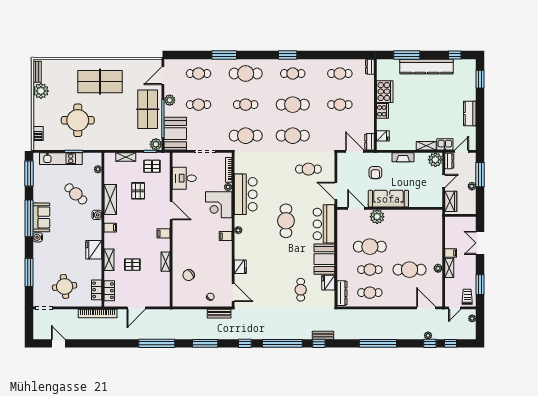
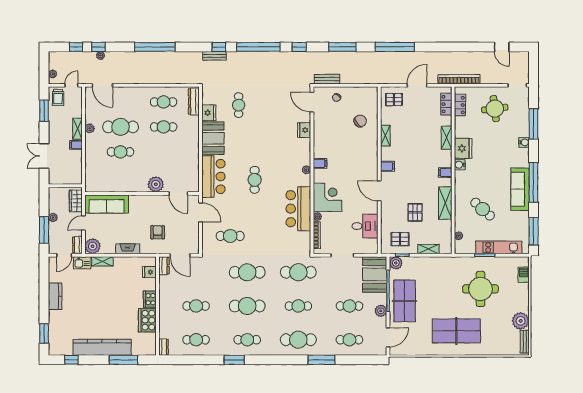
window: (288, 55) -> (234, 360), moved
sofa: (388, 199) -> (107, 204), moved
water cooler: (97, 215) -> (460, 165), moved
sofa: (41, 217) -> (520, 189), width x1.36
cafe table: (286, 221) -> (255, 180), width x0.73, depth x0.74
water cooler: (38, 237) -> (524, 142), moved
double door: (480, 243) -> (44, 156), swing flipped
cafe table: (370, 247) -> (121, 152), moved, width x0.73, depth x0.74
pallet: (132, 265) -> (394, 100), moved

